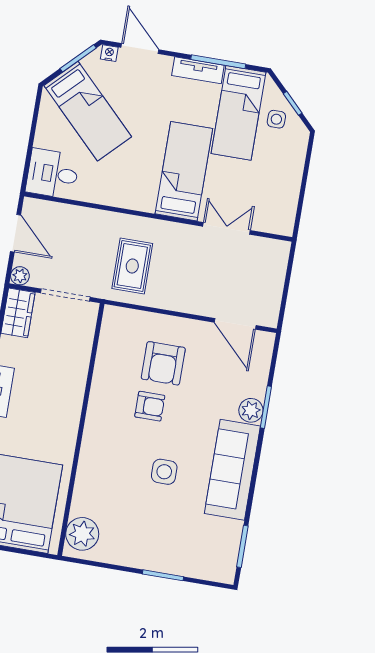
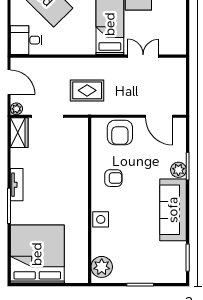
rug: (132, 266) -> (87, 90), turned 90
armchair: (163, 363) -> (120, 133), moved
wall: (81, 430) -> (90, 200), moved
side table: (164, 472) -> (101, 219), moved
plant: (82, 534) -> (102, 267), moved

